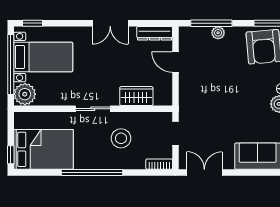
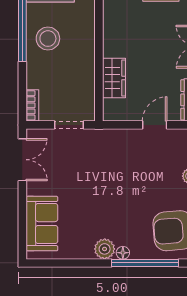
sliding door: (93, 109) -> (99, 26), removed
stool: (121, 138) -> (48, 39), moved

